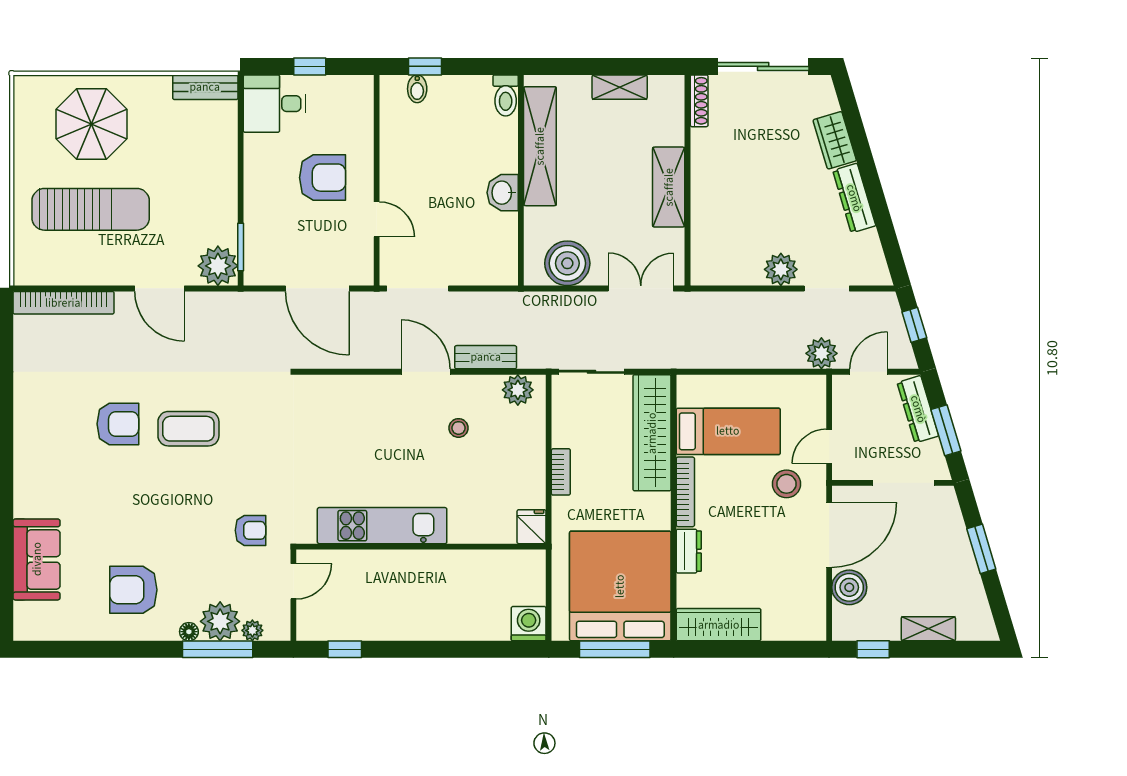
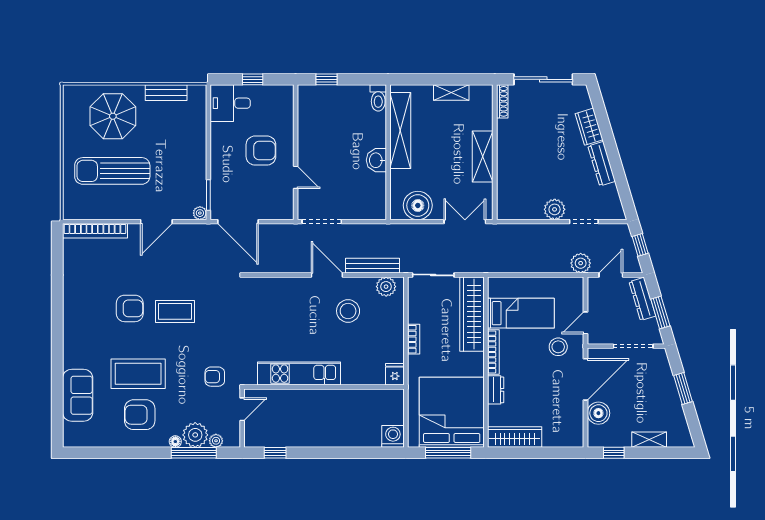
bench: (205, 87) -> (166, 93), moved
bidet: (417, 89) -> (322, 94), removed
sun lounger: (91, 209) -> (112, 171), turned 180
plant: (218, 266) -> (200, 213), width x0.53, depth x0.53
door: (160, 288) -> (156, 222), hinge flipped
door: (317, 288) -> (238, 222), moved
bench: (486, 357) -> (373, 266), width x1.36
stool: (458, 428) -> (348, 311), width x1.89, depth x1.89
coffee table: (131, 526) -> (138, 374), added
armchair: (250, 530) -> (215, 377), turned 180

